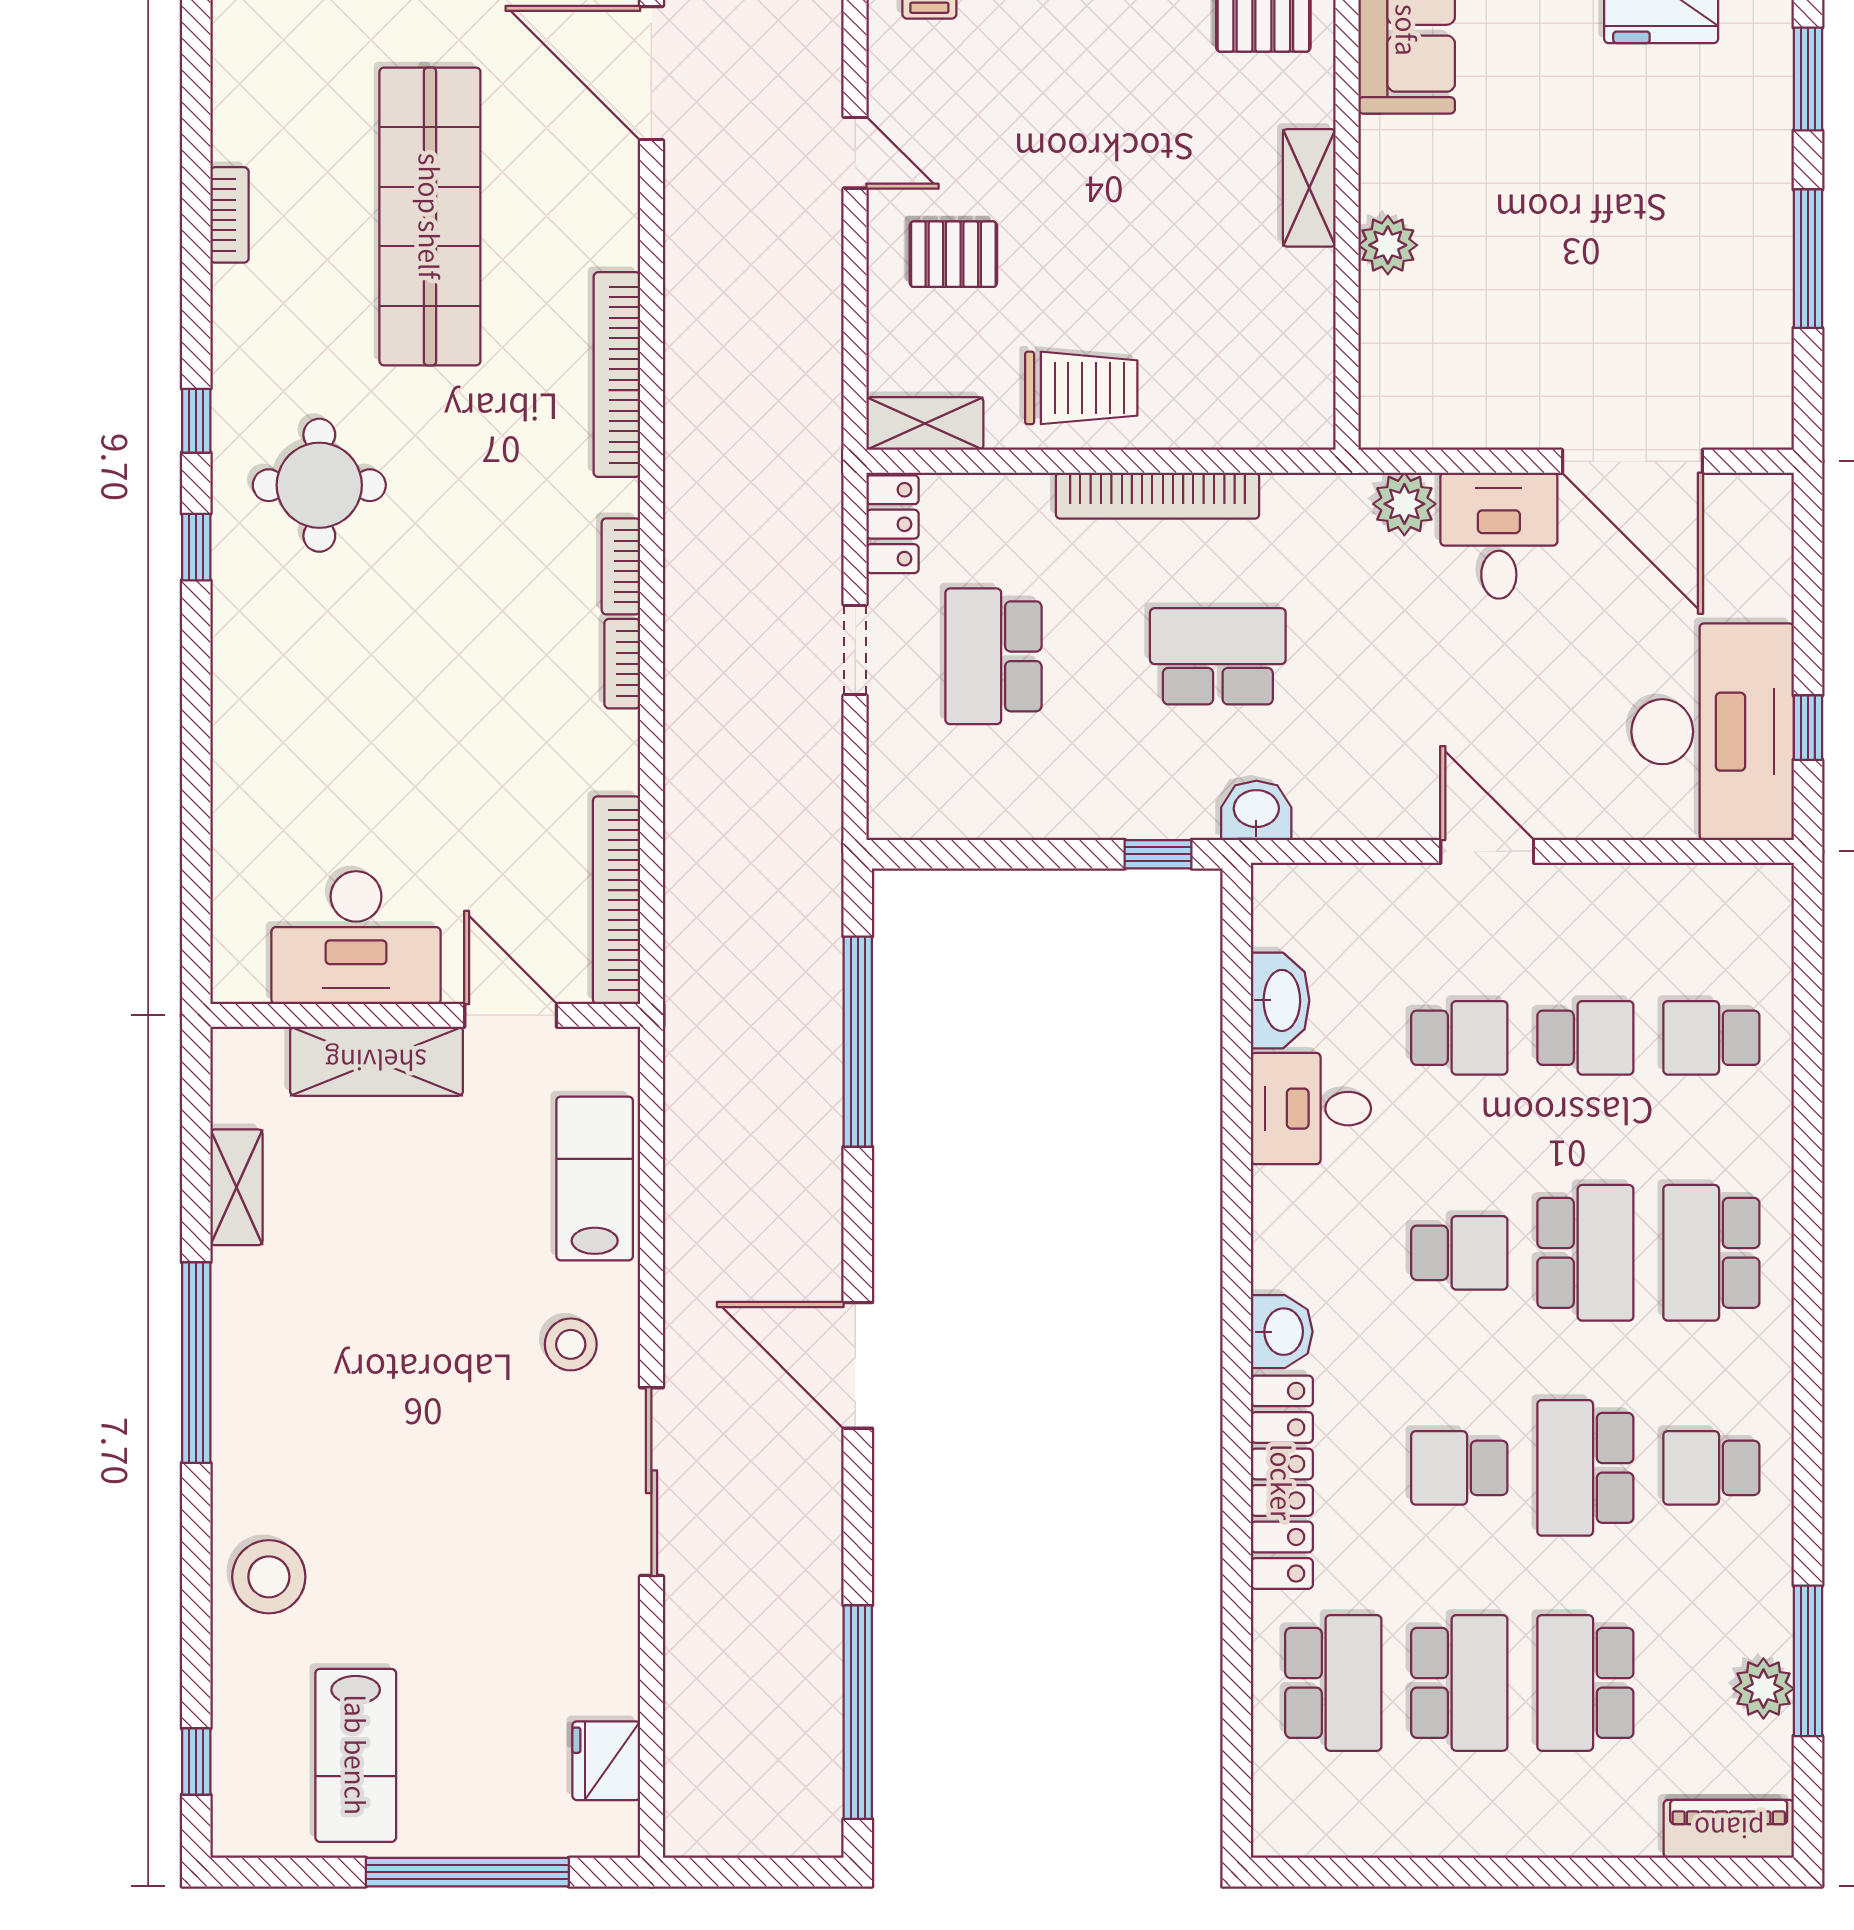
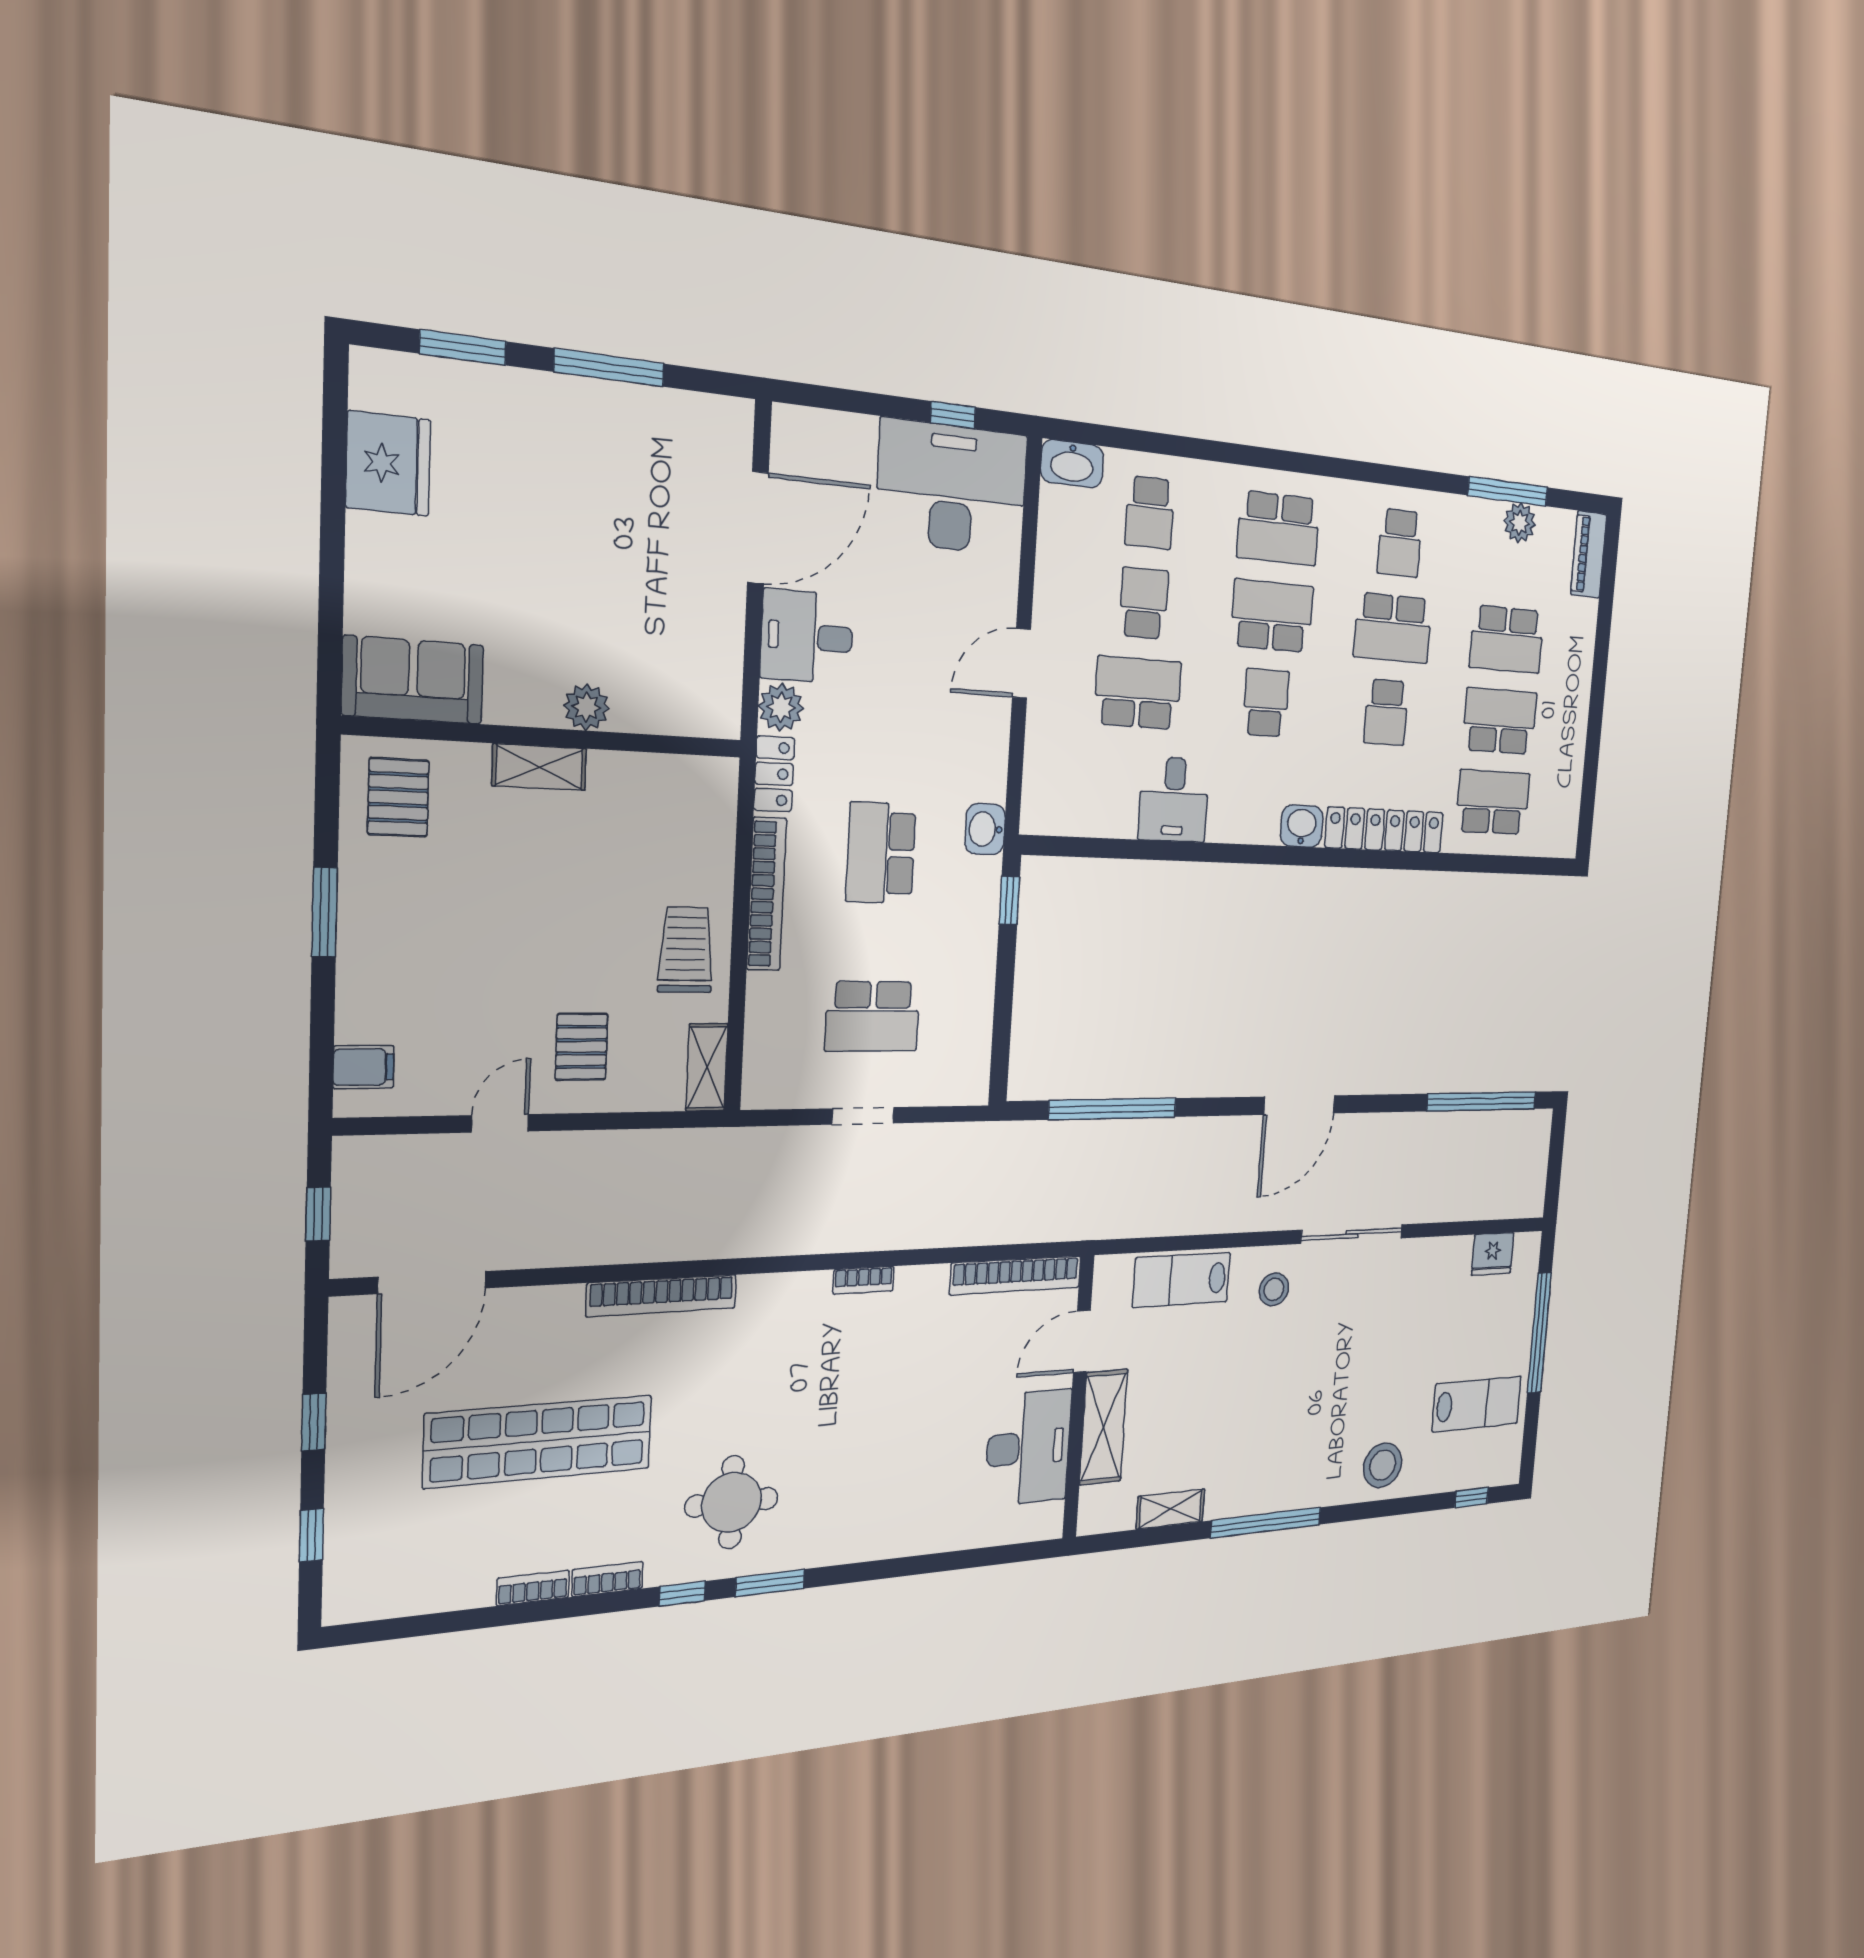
locker: (892, 524) -> (774, 774), moved, turned 90
window: (196, 547) -> (770, 1583), width x1.50
bookcase: (621, 566) -> (607, 1579), moved, turned 180
washbasin: (1280, 1000) -> (1072, 464), moved, turned 180
school desk: (1459, 1038) -> (1138, 693), width x1.85

